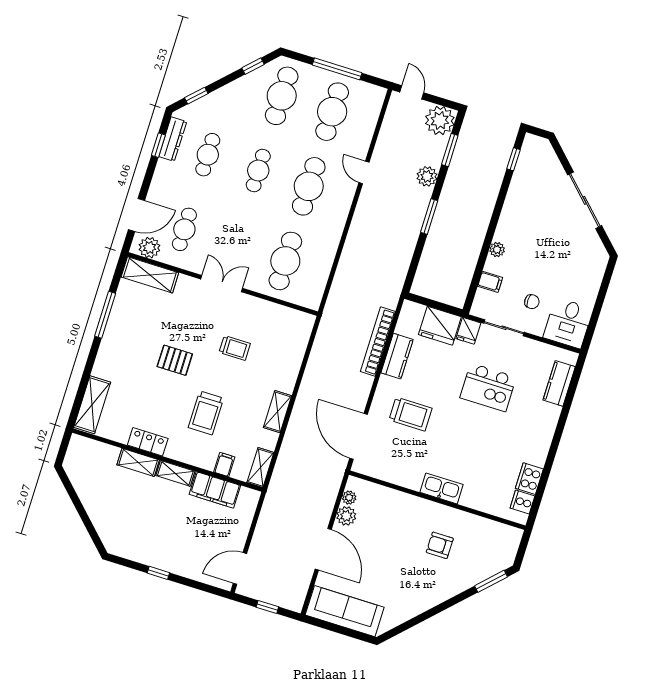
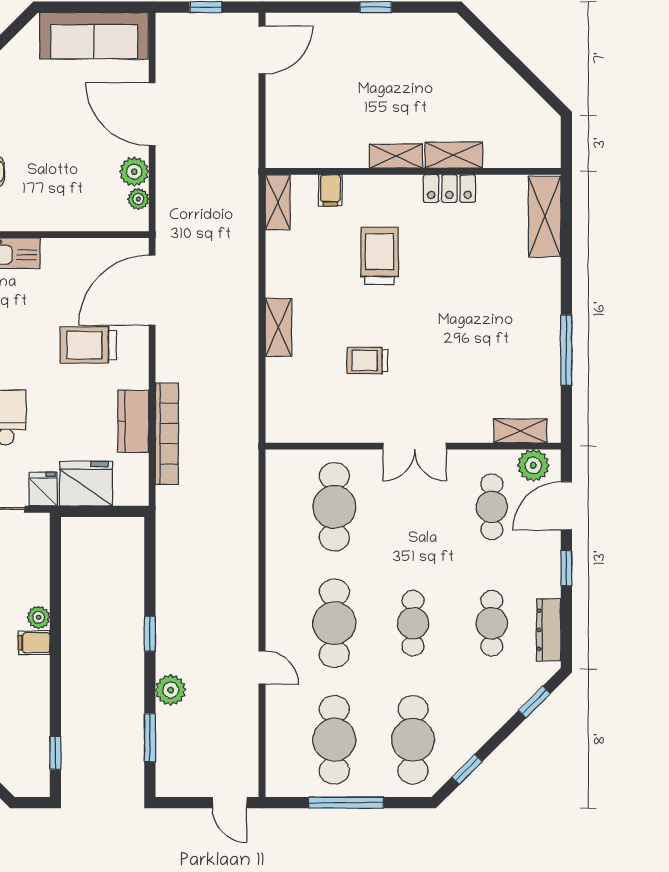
plant: (440, 120) -> (177, 775), removed
window: (158, 145) -> (566, 568), moved
window: (429, 217) -> (150, 634), width x0.67
shelving: (150, 275) -> (520, 431), width x0.67, depth x0.75
filing cabinet: (490, 282) -> (34, 643), moved
pallet: (175, 360) -> (447, 317), removed
shelving: (277, 412) -> (278, 327), moved
door: (359, 436) -> (152, 290), swing flipped
filing cabinet: (215, 490) -> (332, 150), removed

